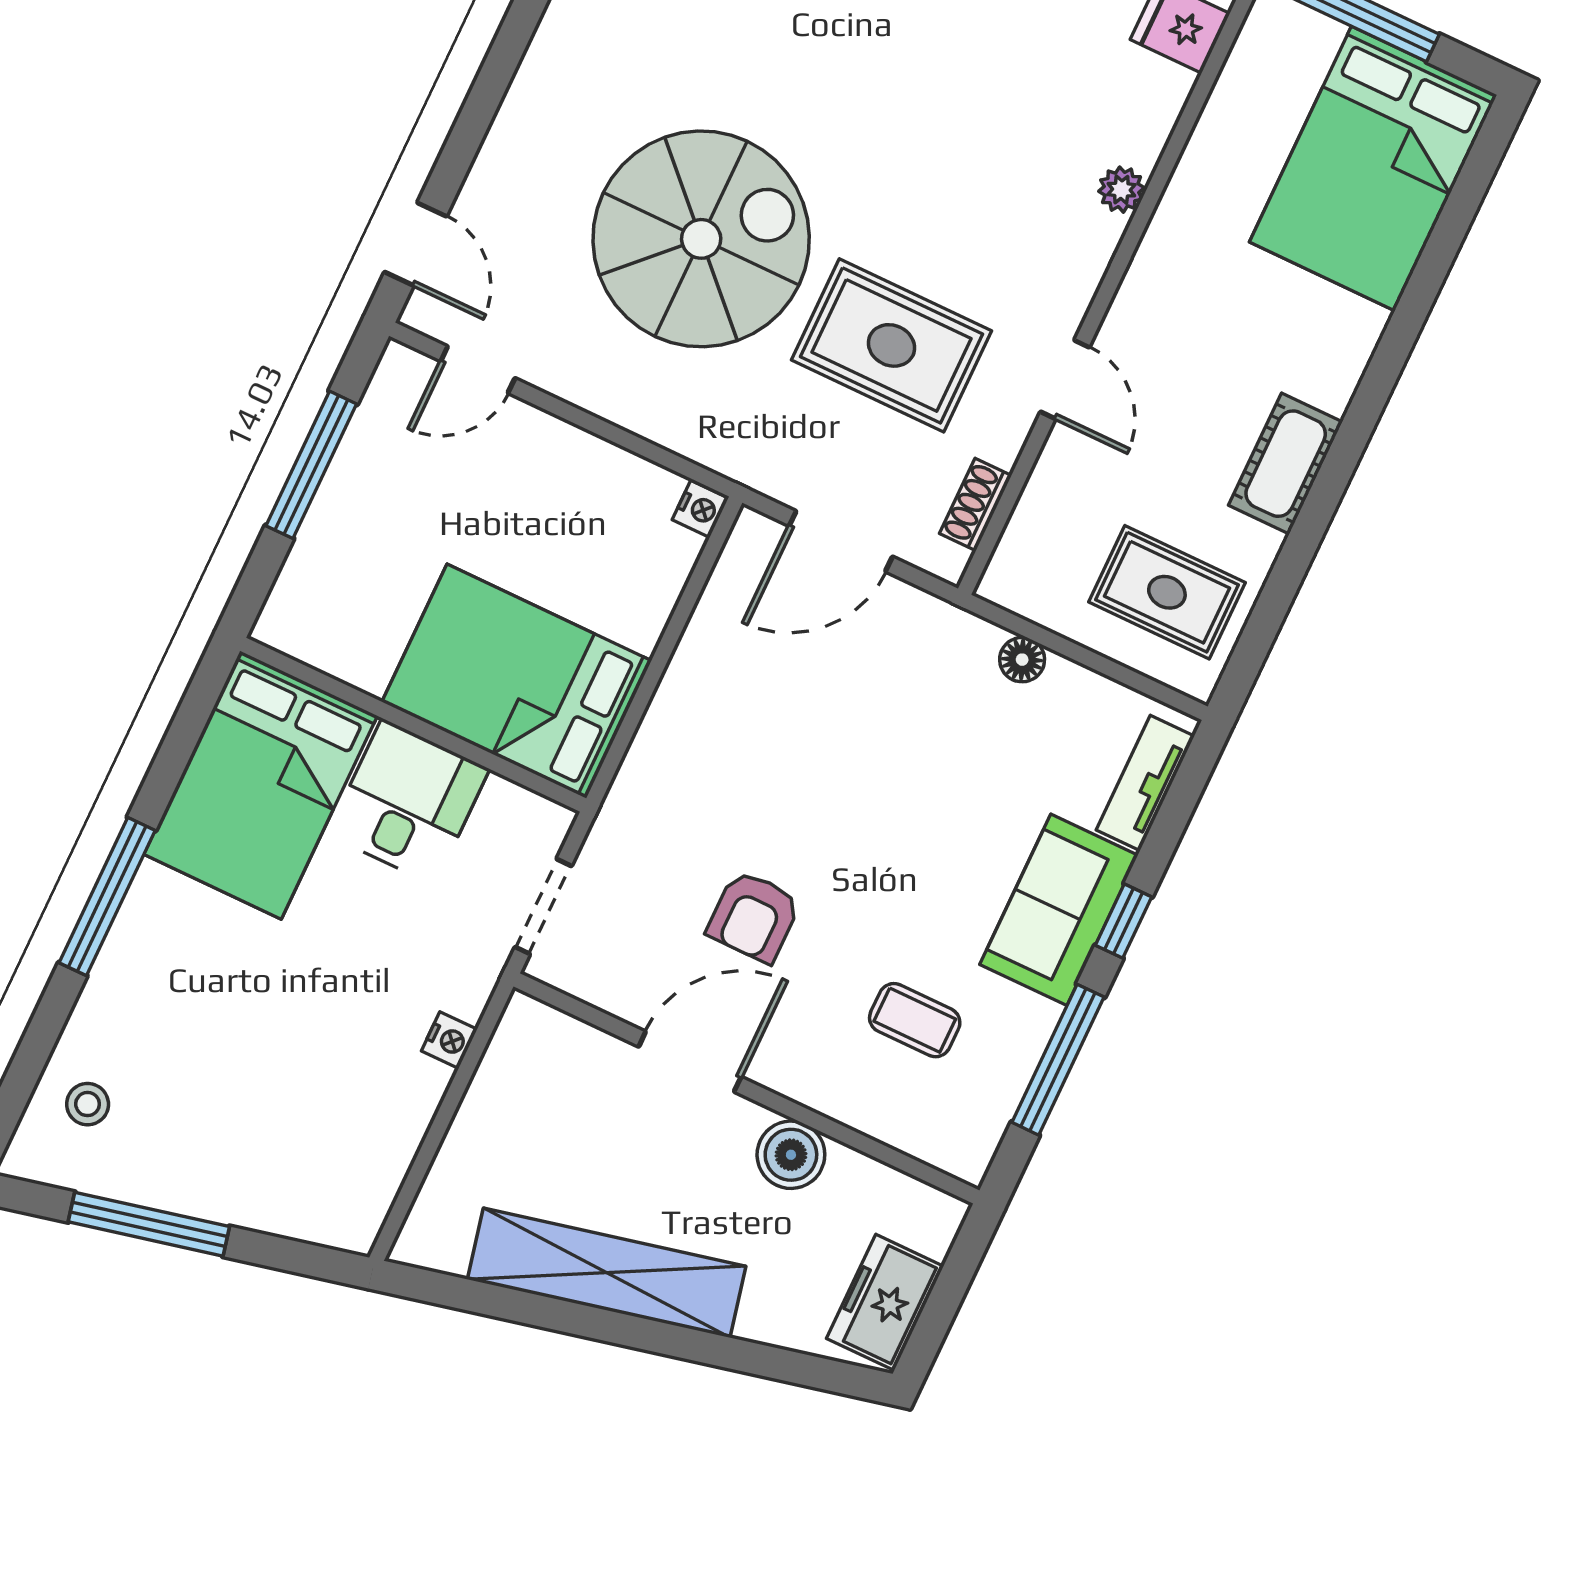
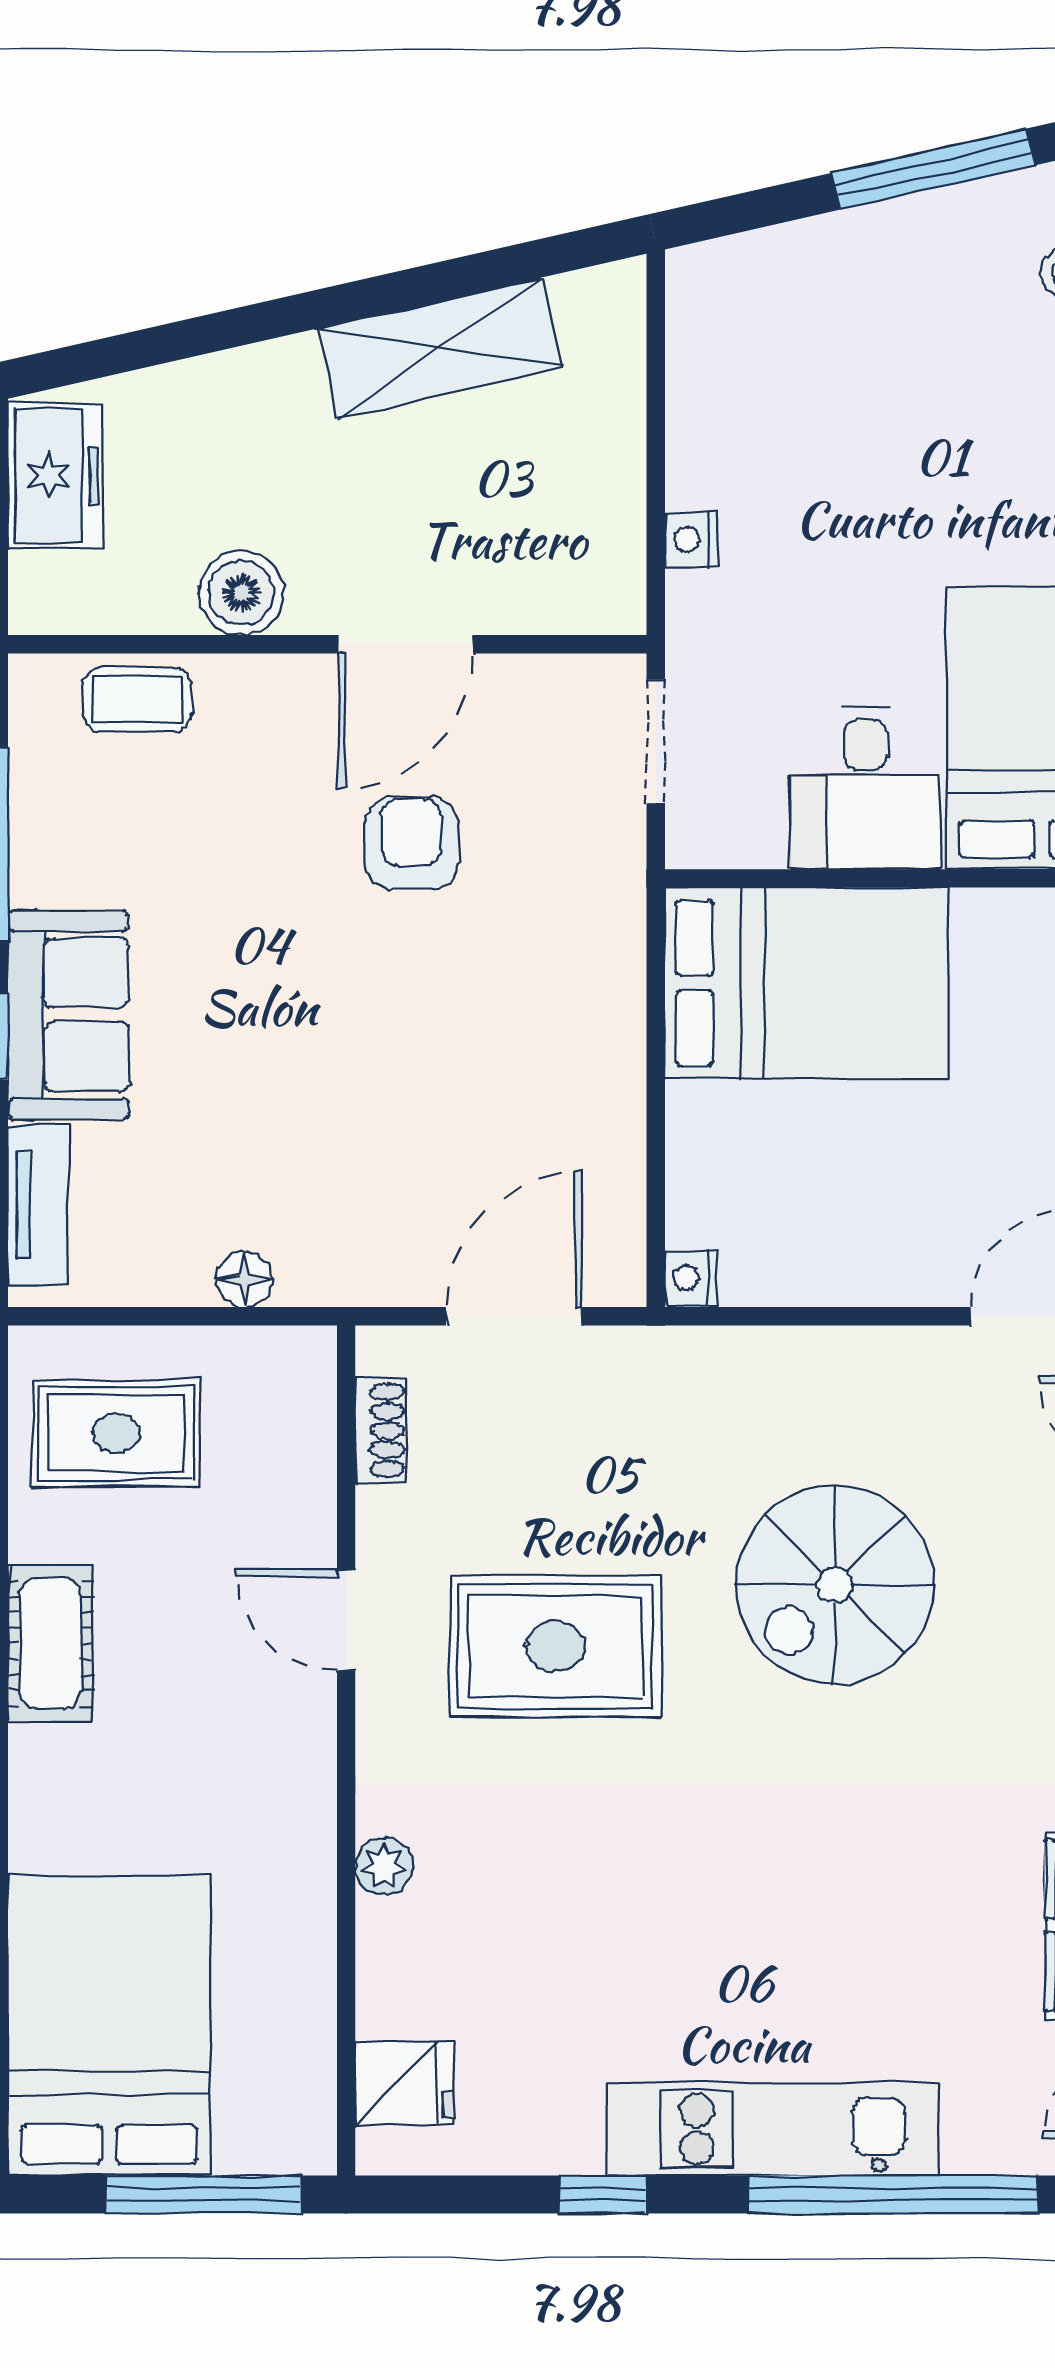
spiral stairs: (701, 239) -> (835, 1585), width x0.73, depth x0.73
rug: (891, 345) -> (555, 1646), moved
coffee table: (915, 1020) -> (137, 699), moved
shelving: (607, 1273) -> (440, 348), width x0.68

